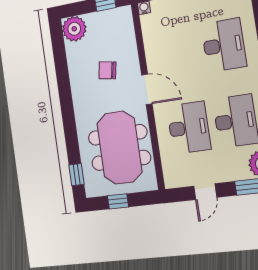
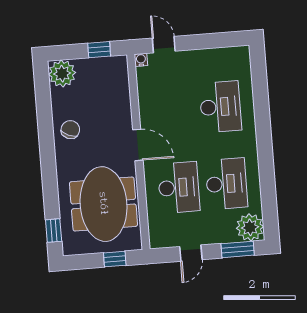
chair: (107, 70) -> (70, 130), moved, turned 103
window: (118, 201) -> (115, 259), moved

